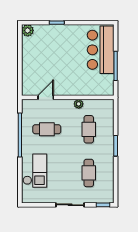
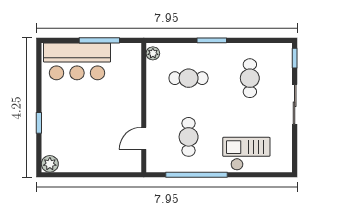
door: (46, 97) -> (144, 138), hinge flipped
plant: (79, 104) -> (153, 53), moved
cafe table: (89, 173) -> (250, 78), turned 90

